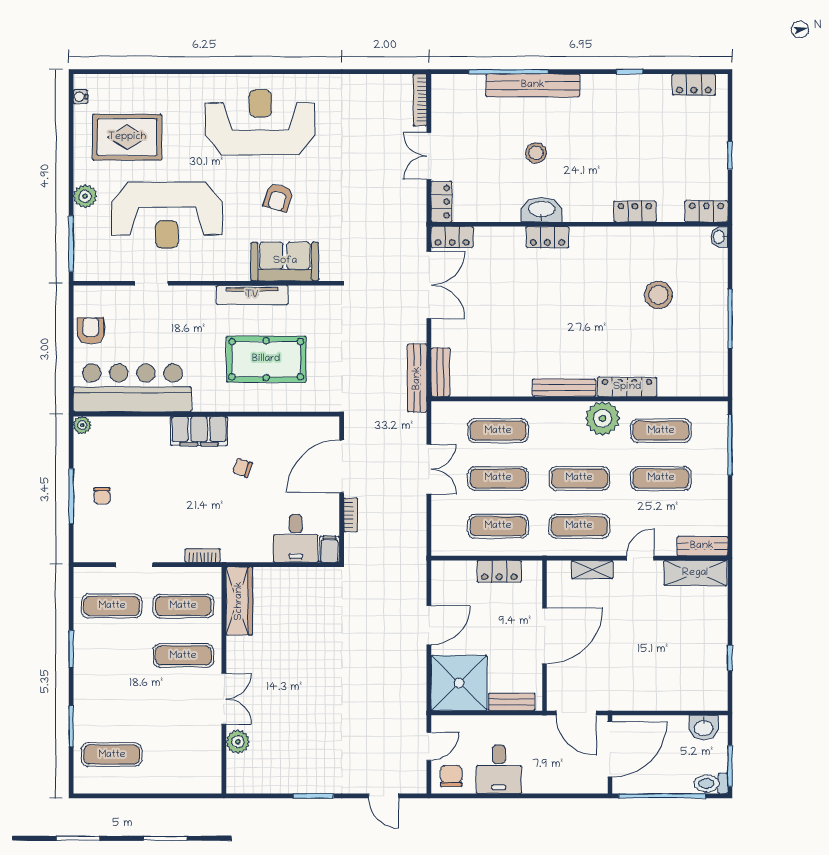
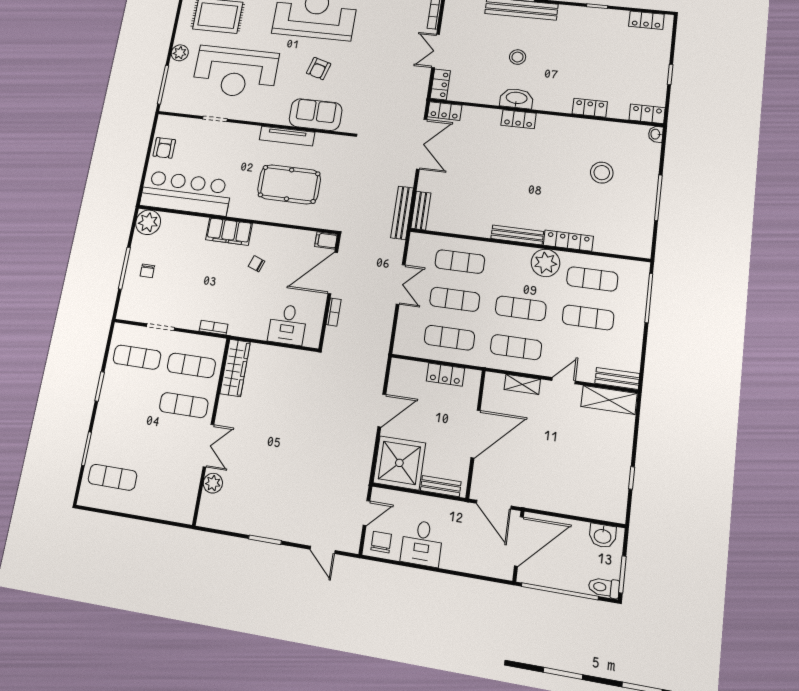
armchair: (91, 331) -> (164, 148), turned 180
plant: (82, 425) -> (148, 222), width x1.87, depth x1.87
filing cabinet: (330, 549) -> (326, 241), moved, turned -90

